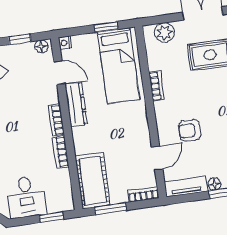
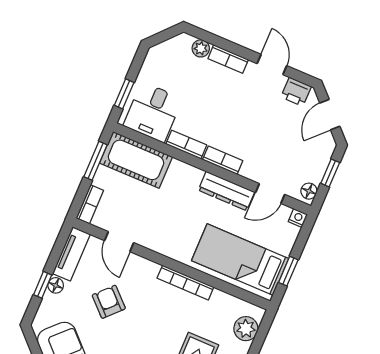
bookcase: (157, 86) -> (185, 283), width x1.56
armchair: (190, 130) -> (109, 302), moved, turned -46
desk: (26, 197) -> (153, 112), moved, turned -90

